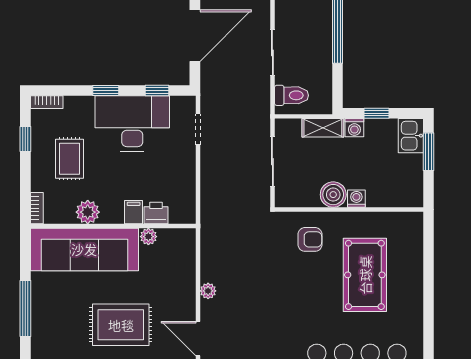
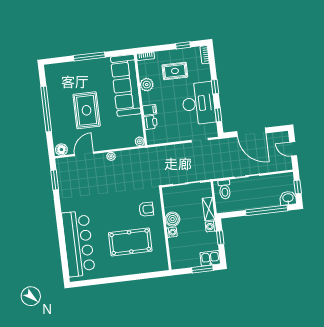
plant: (148, 237) -> (140, 141), moved
armchair: (310, 239) -> (146, 209), turned -90

